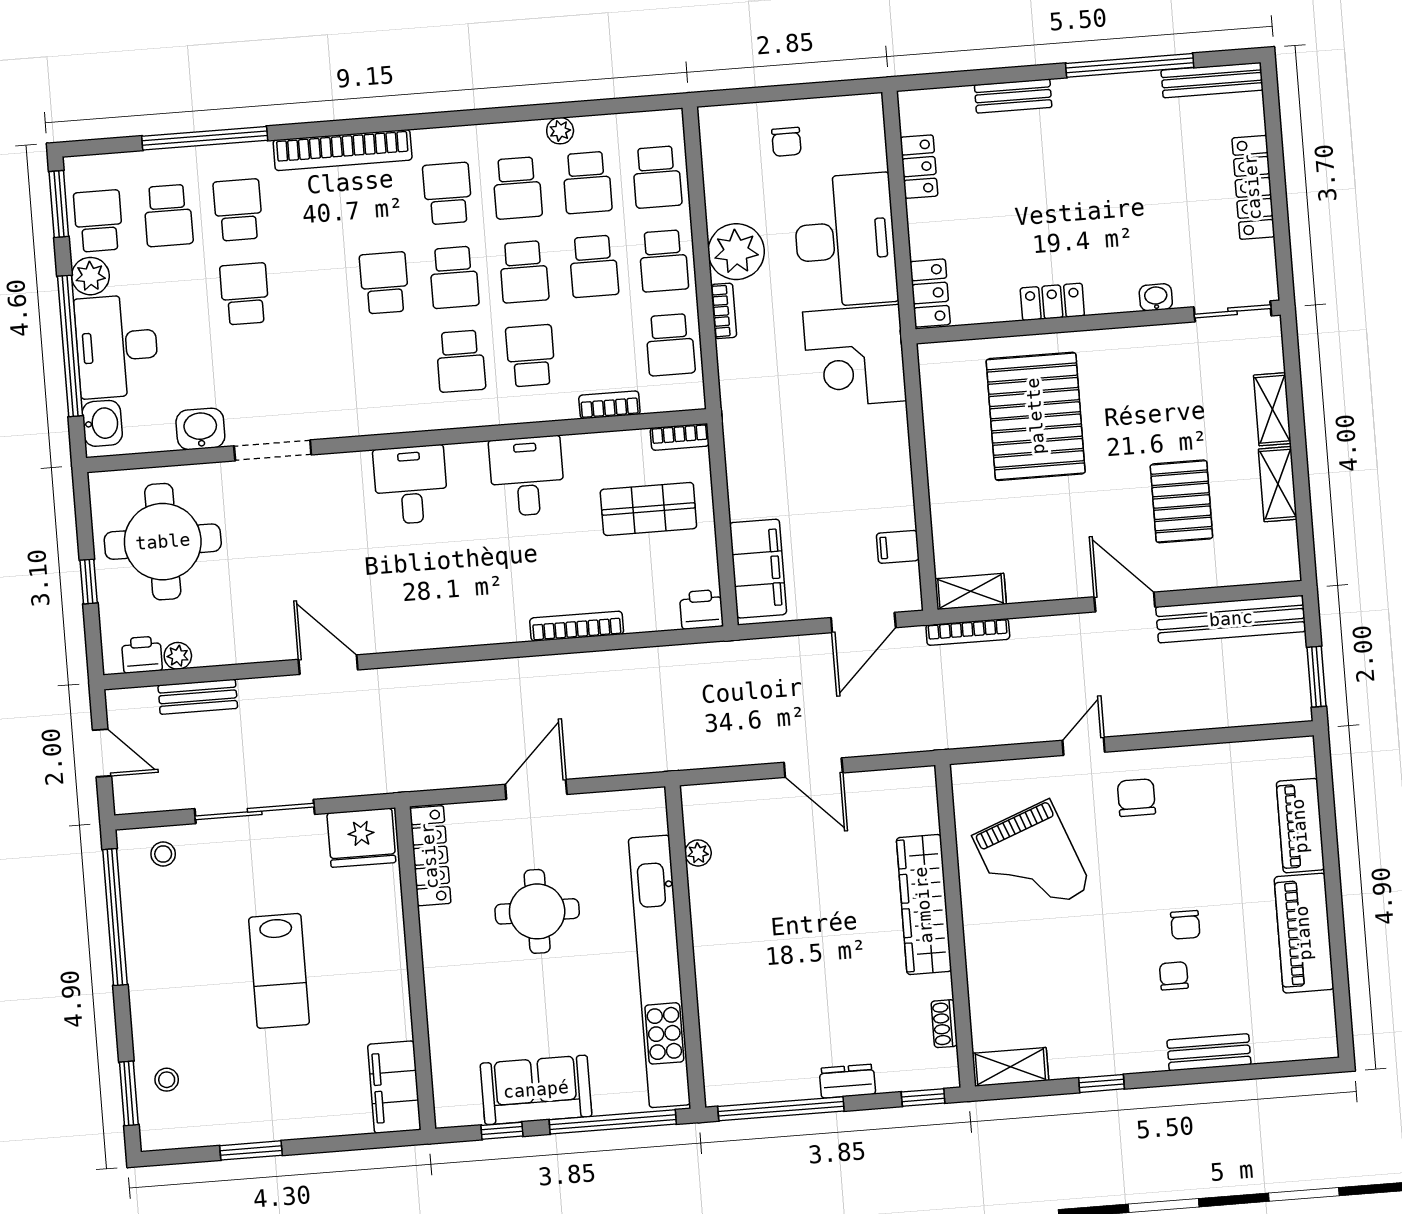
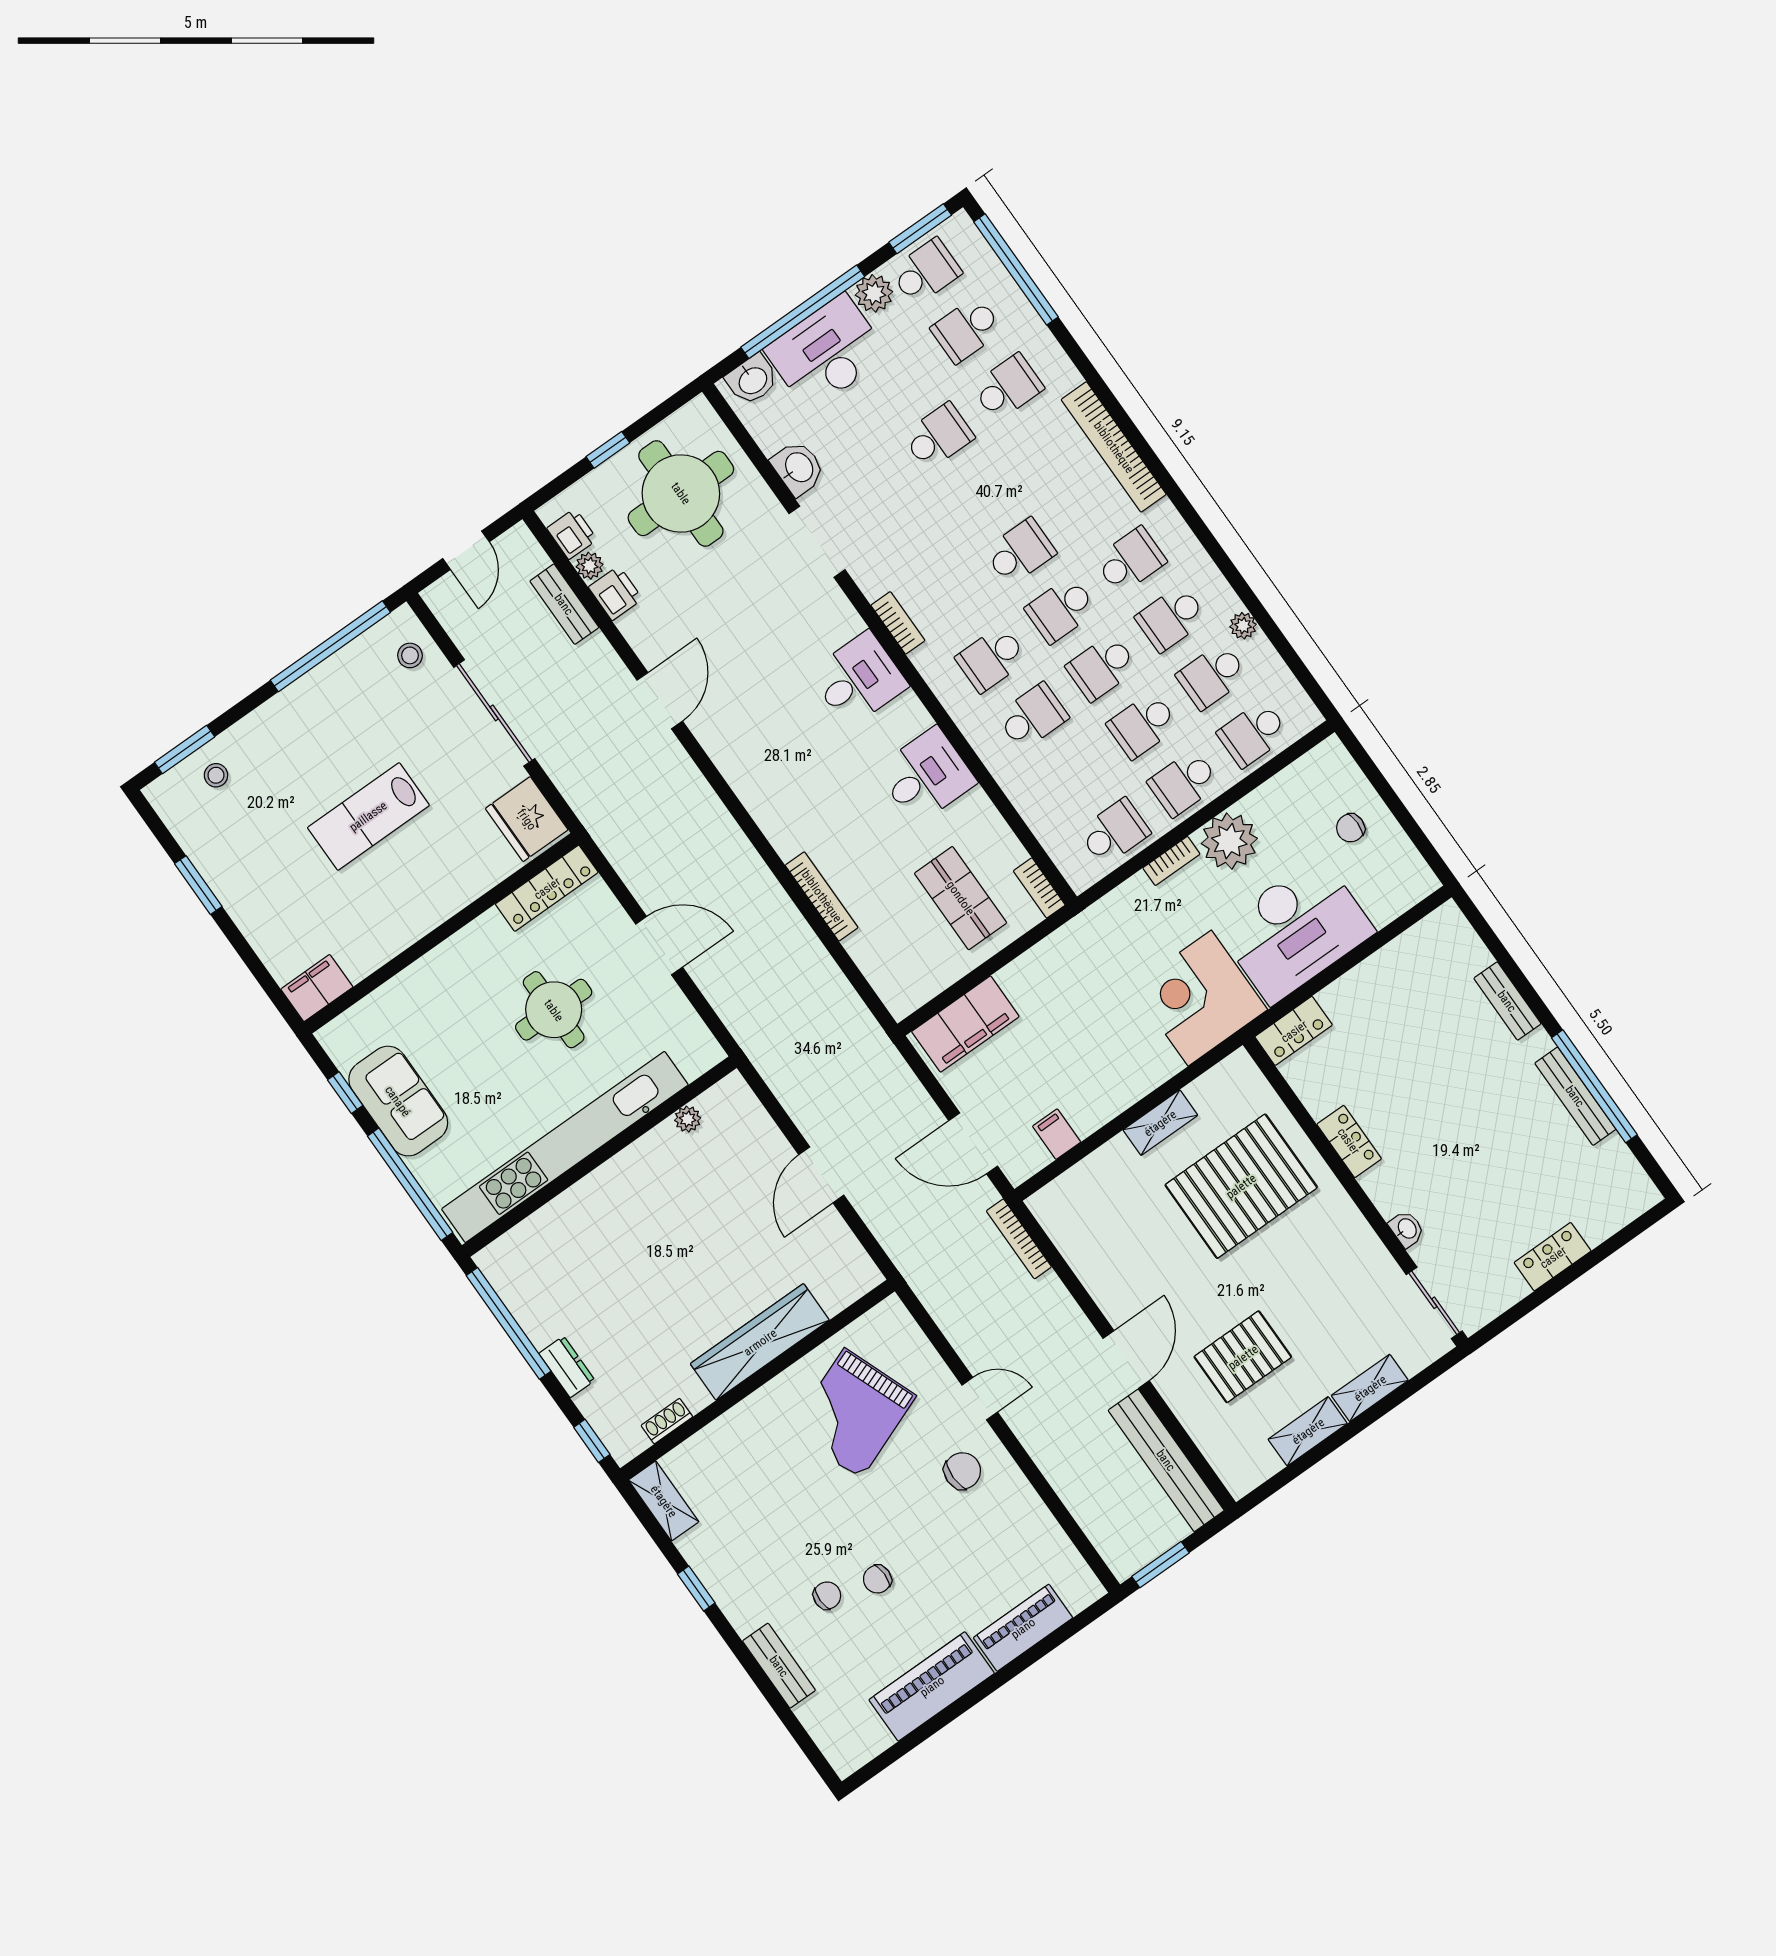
bench: (1212, 80) -> (1575, 1096), moved
window: (205, 138) -> (1016, 269), moved
locker: (919, 167) -> (1398, 956), removed
locker: (1253, 187) -> (1553, 1257), width x0.66
school desk: (670, 345) -> (1114, 832), turned 180
bookcase: (609, 405) -> (898, 623), moved
shelving: (971, 591) -> (1160, 1123), moved, turned 90
printer: (701, 609) -> (615, 593), moved
filing cabinet: (394, 1087) -> (317, 988), width x0.67, depth x0.86

